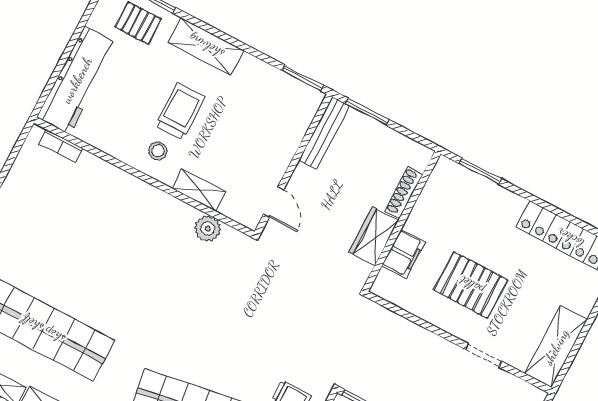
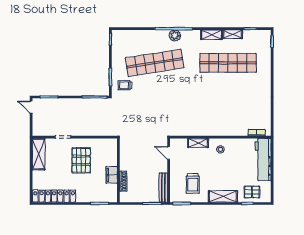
trolley: (180, 111) -> (193, 183), moved
plant: (208, 229) -> (188, 131), removed
wardrobe: (374, 236) -> (126, 160), removed
filing cabinet: (403, 254) -> (112, 175), moved
pallet: (471, 285) -> (81, 160), turned 90

